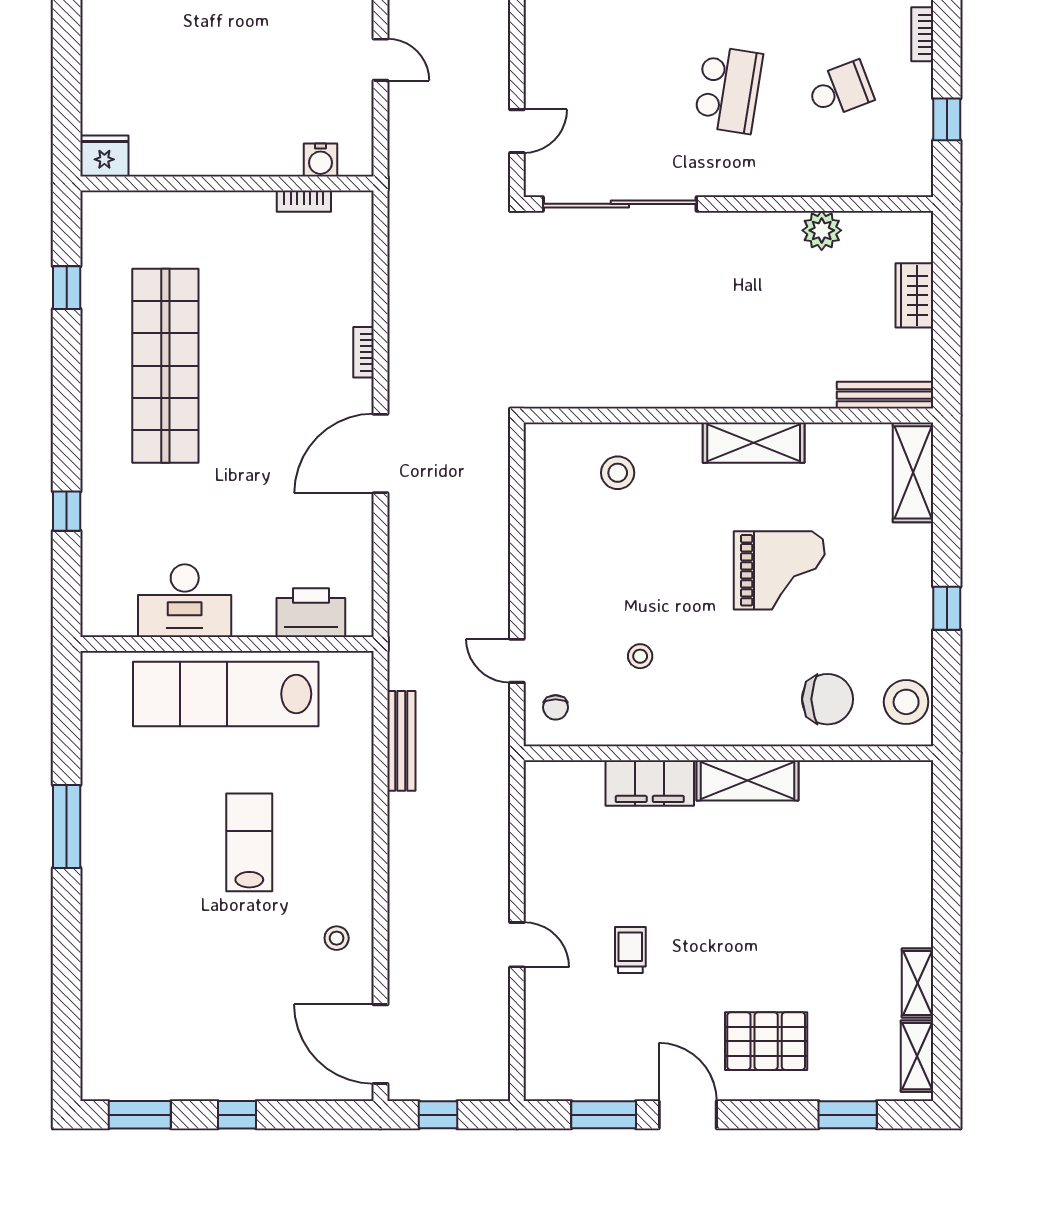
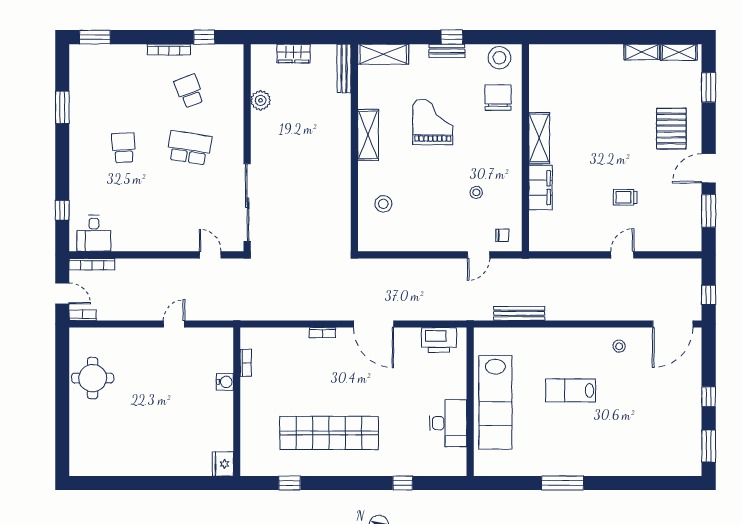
bookcase: (922, 34) -> (169, 50), width x1.56
water cooler: (320, 160) -> (225, 382), moved
bench: (920, 598) -> (447, 51), added
printer: (311, 613) -> (439, 340), moved, turned -90

